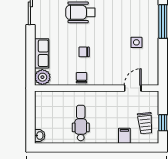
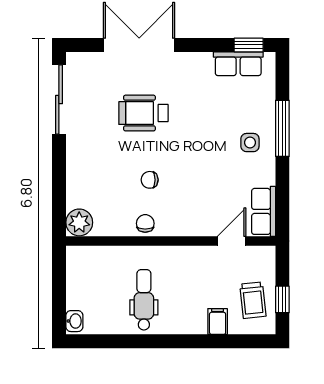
side table: (136, 42) -> (250, 143), moved
row of seats: (42, 53) -> (264, 211), moved, turned 180

